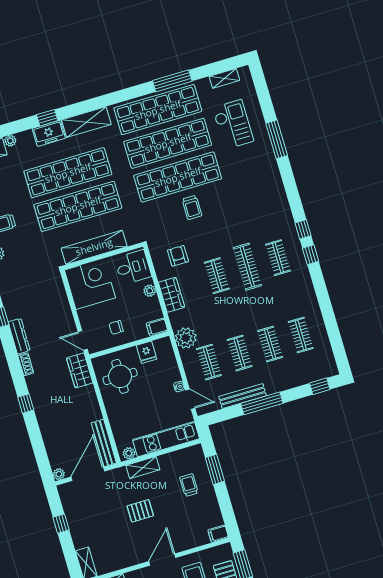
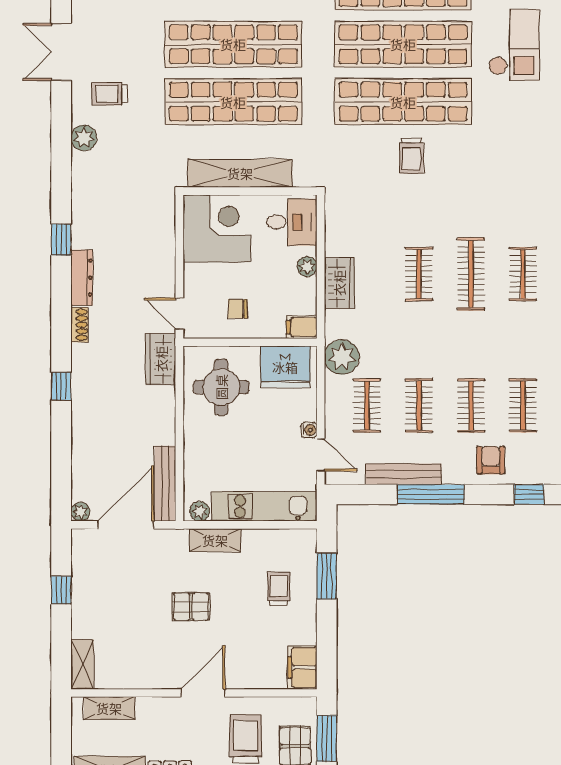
armchair: (178, 256) -> (491, 460), moved
fridge: (147, 352) -> (285, 367), width x1.88, depth x1.34
filing cabinet: (218, 534) -> (302, 667), width x2.00

